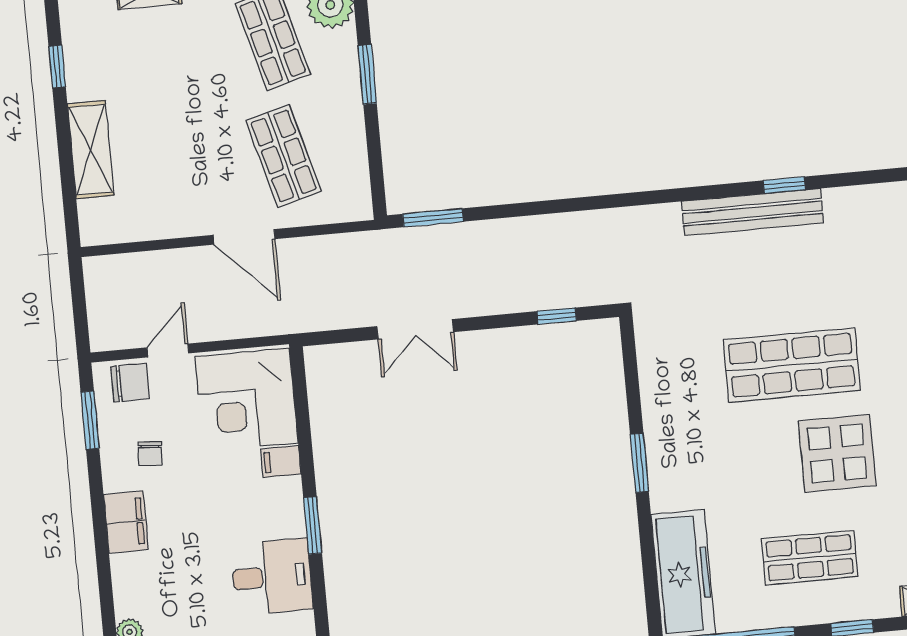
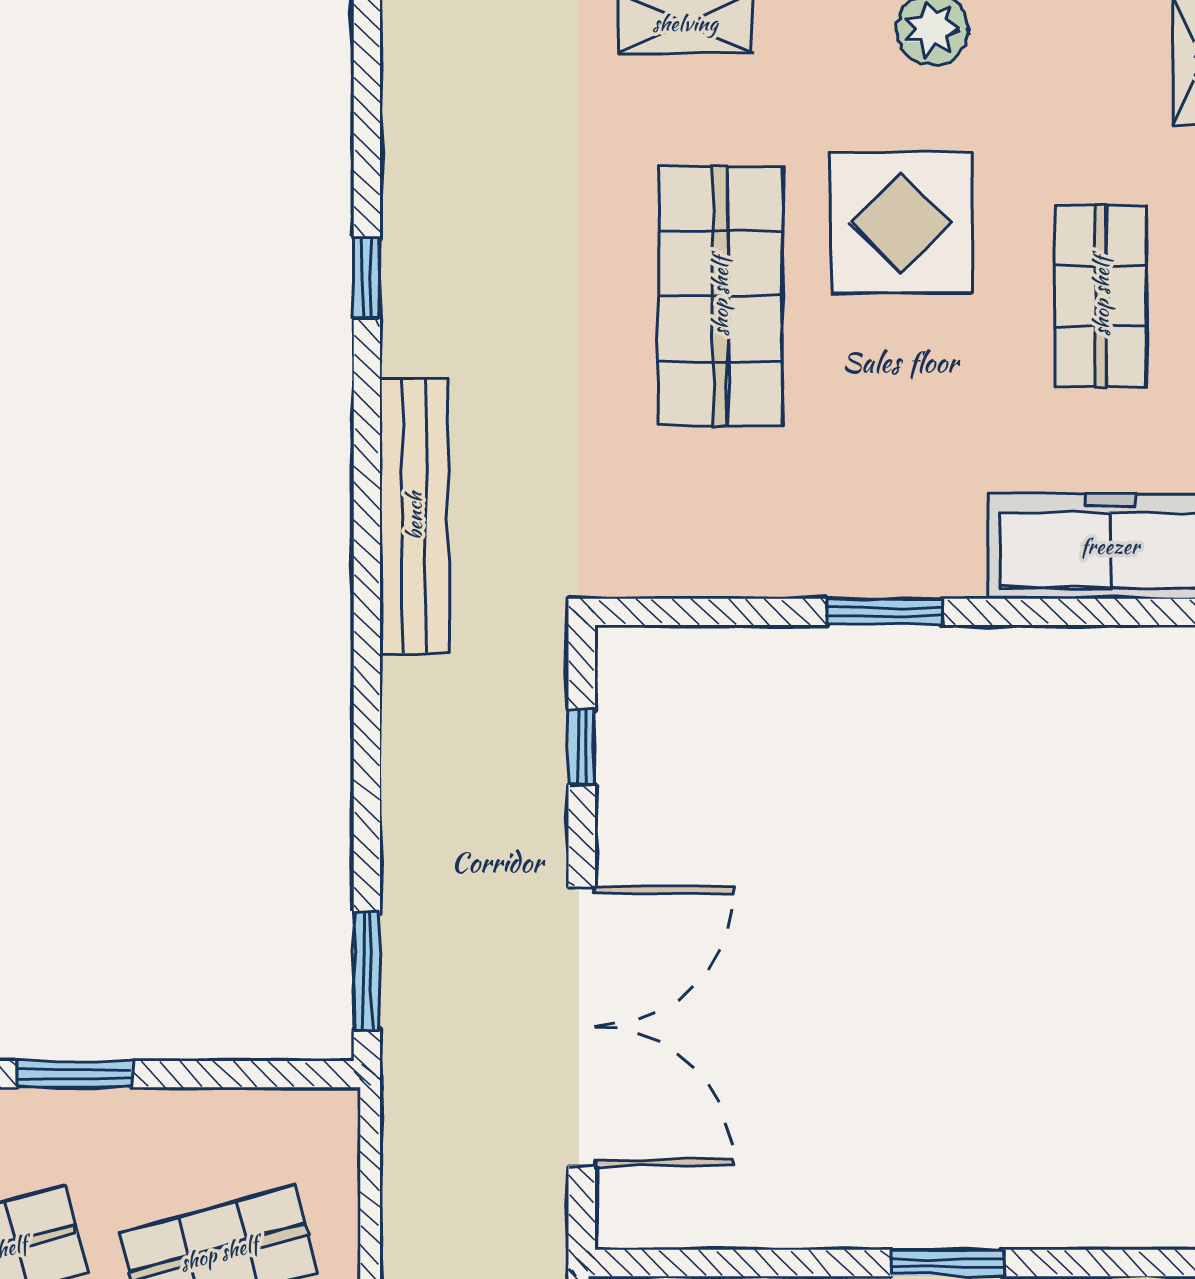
bench: (753, 212) -> (414, 516), moved
double door: (415, 329) -> (582, 1026), width x1.87

